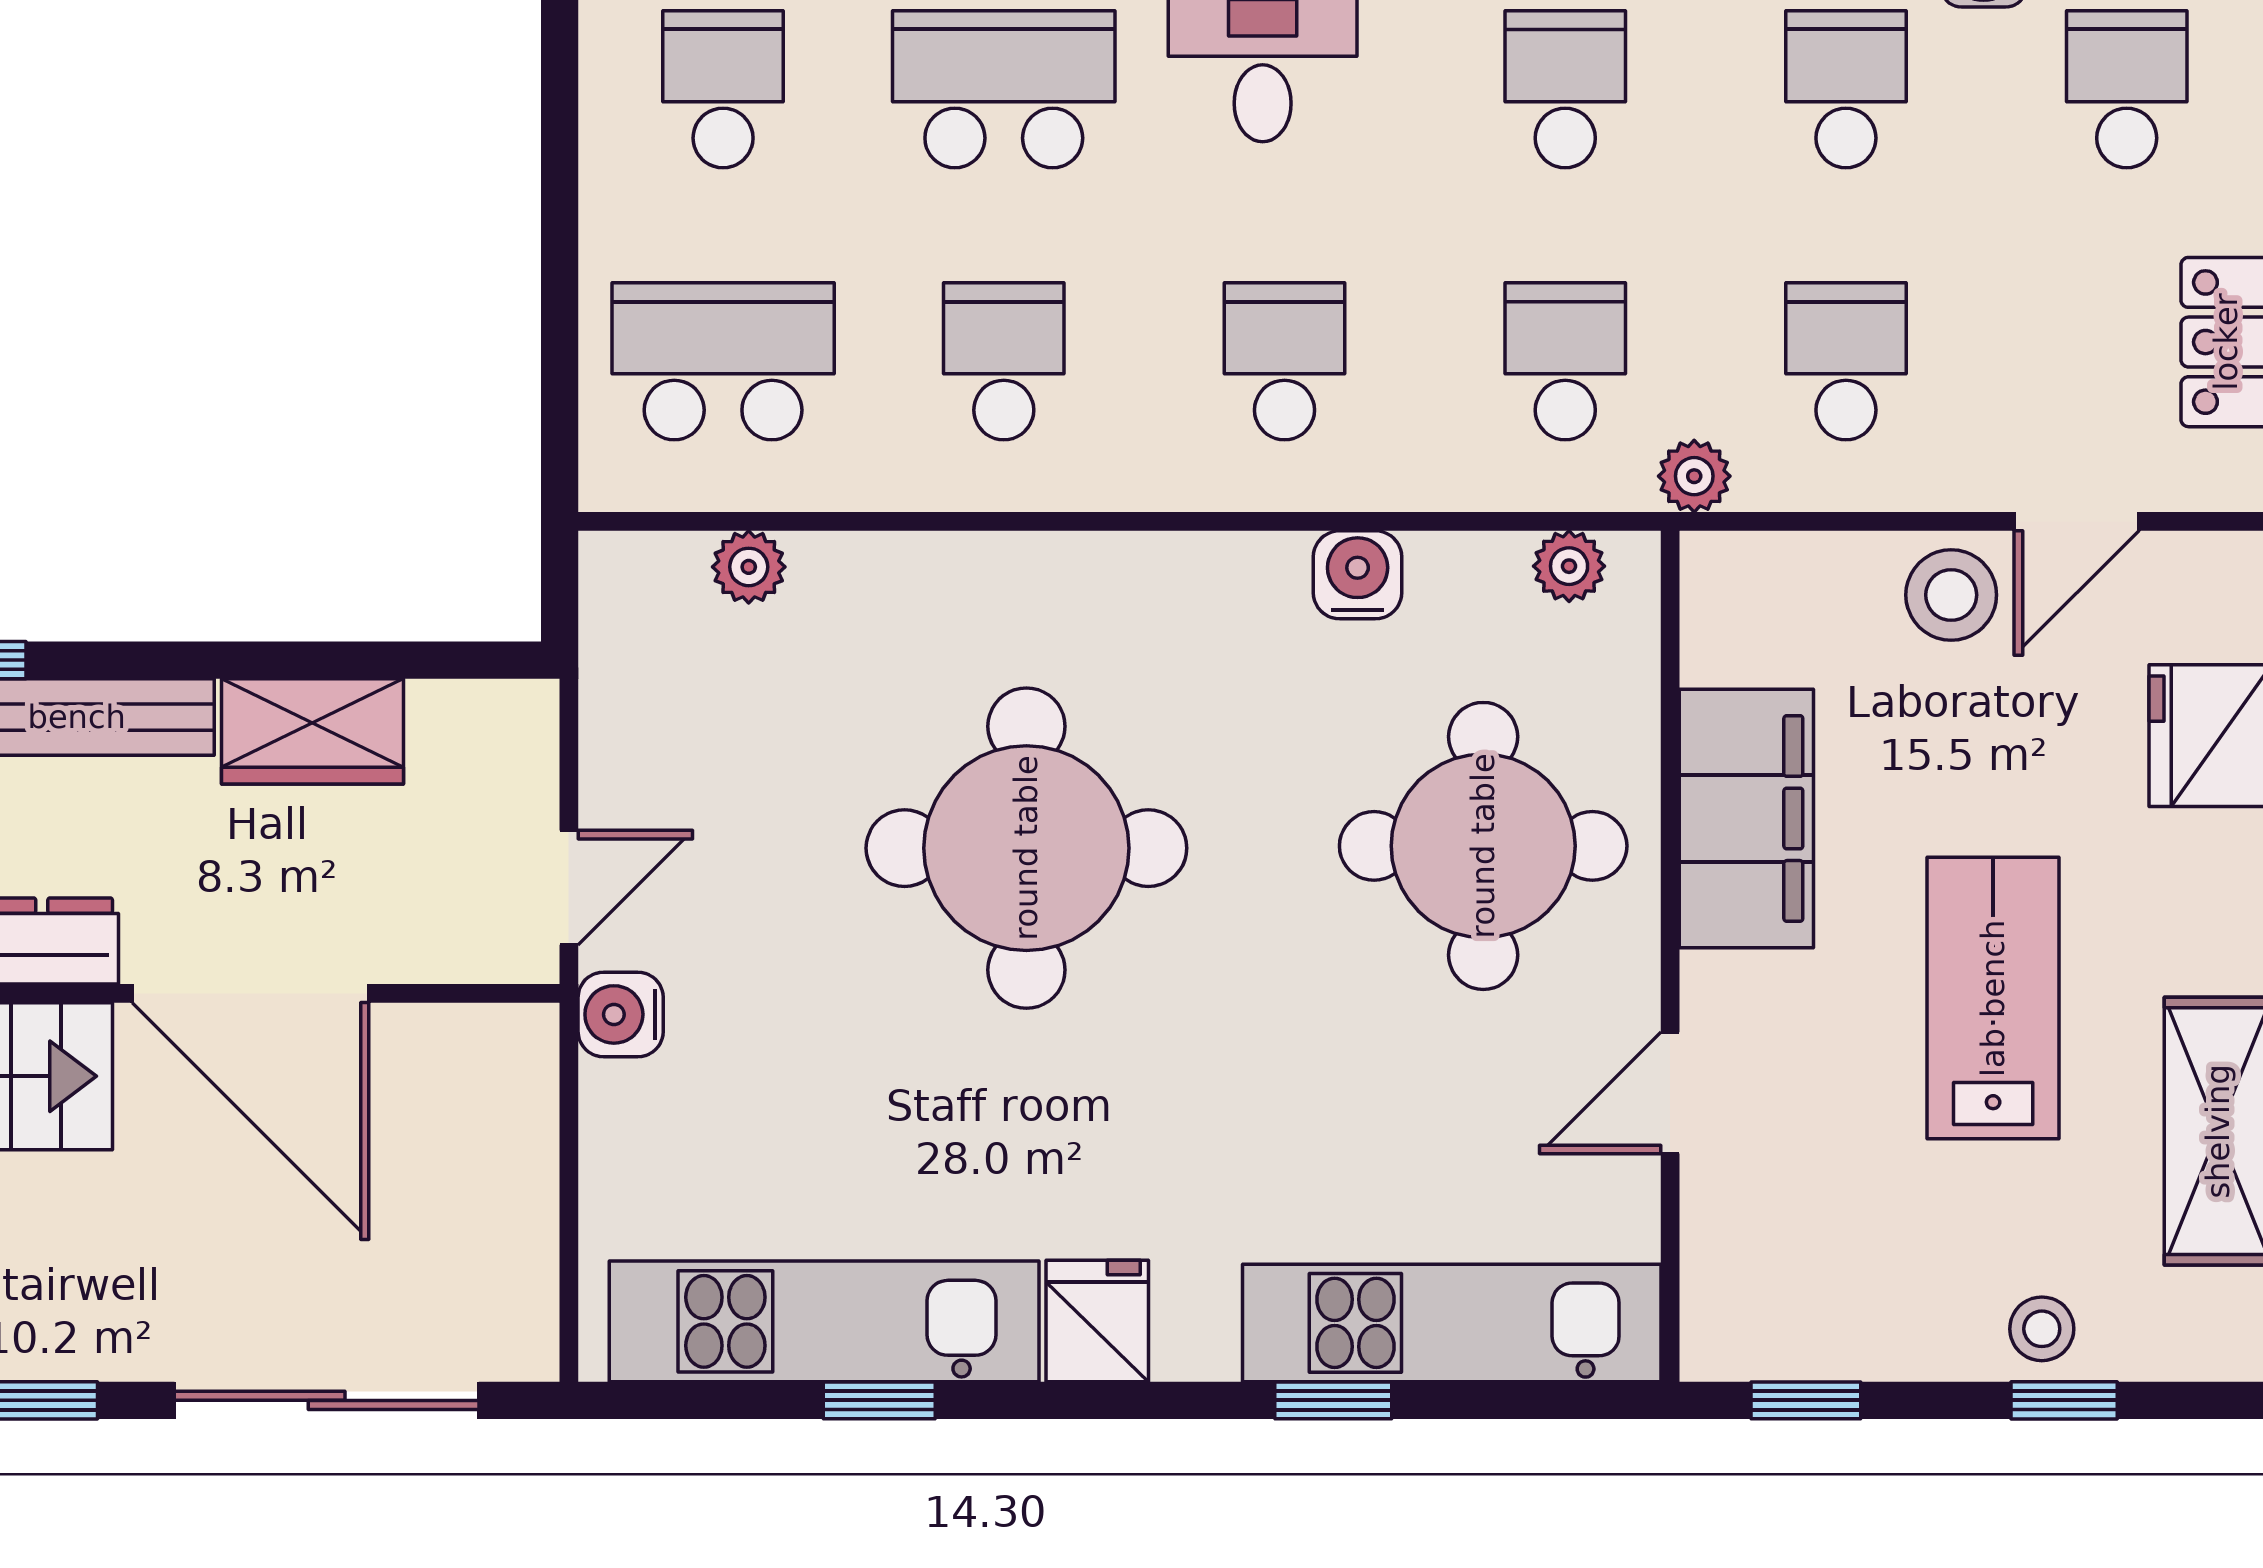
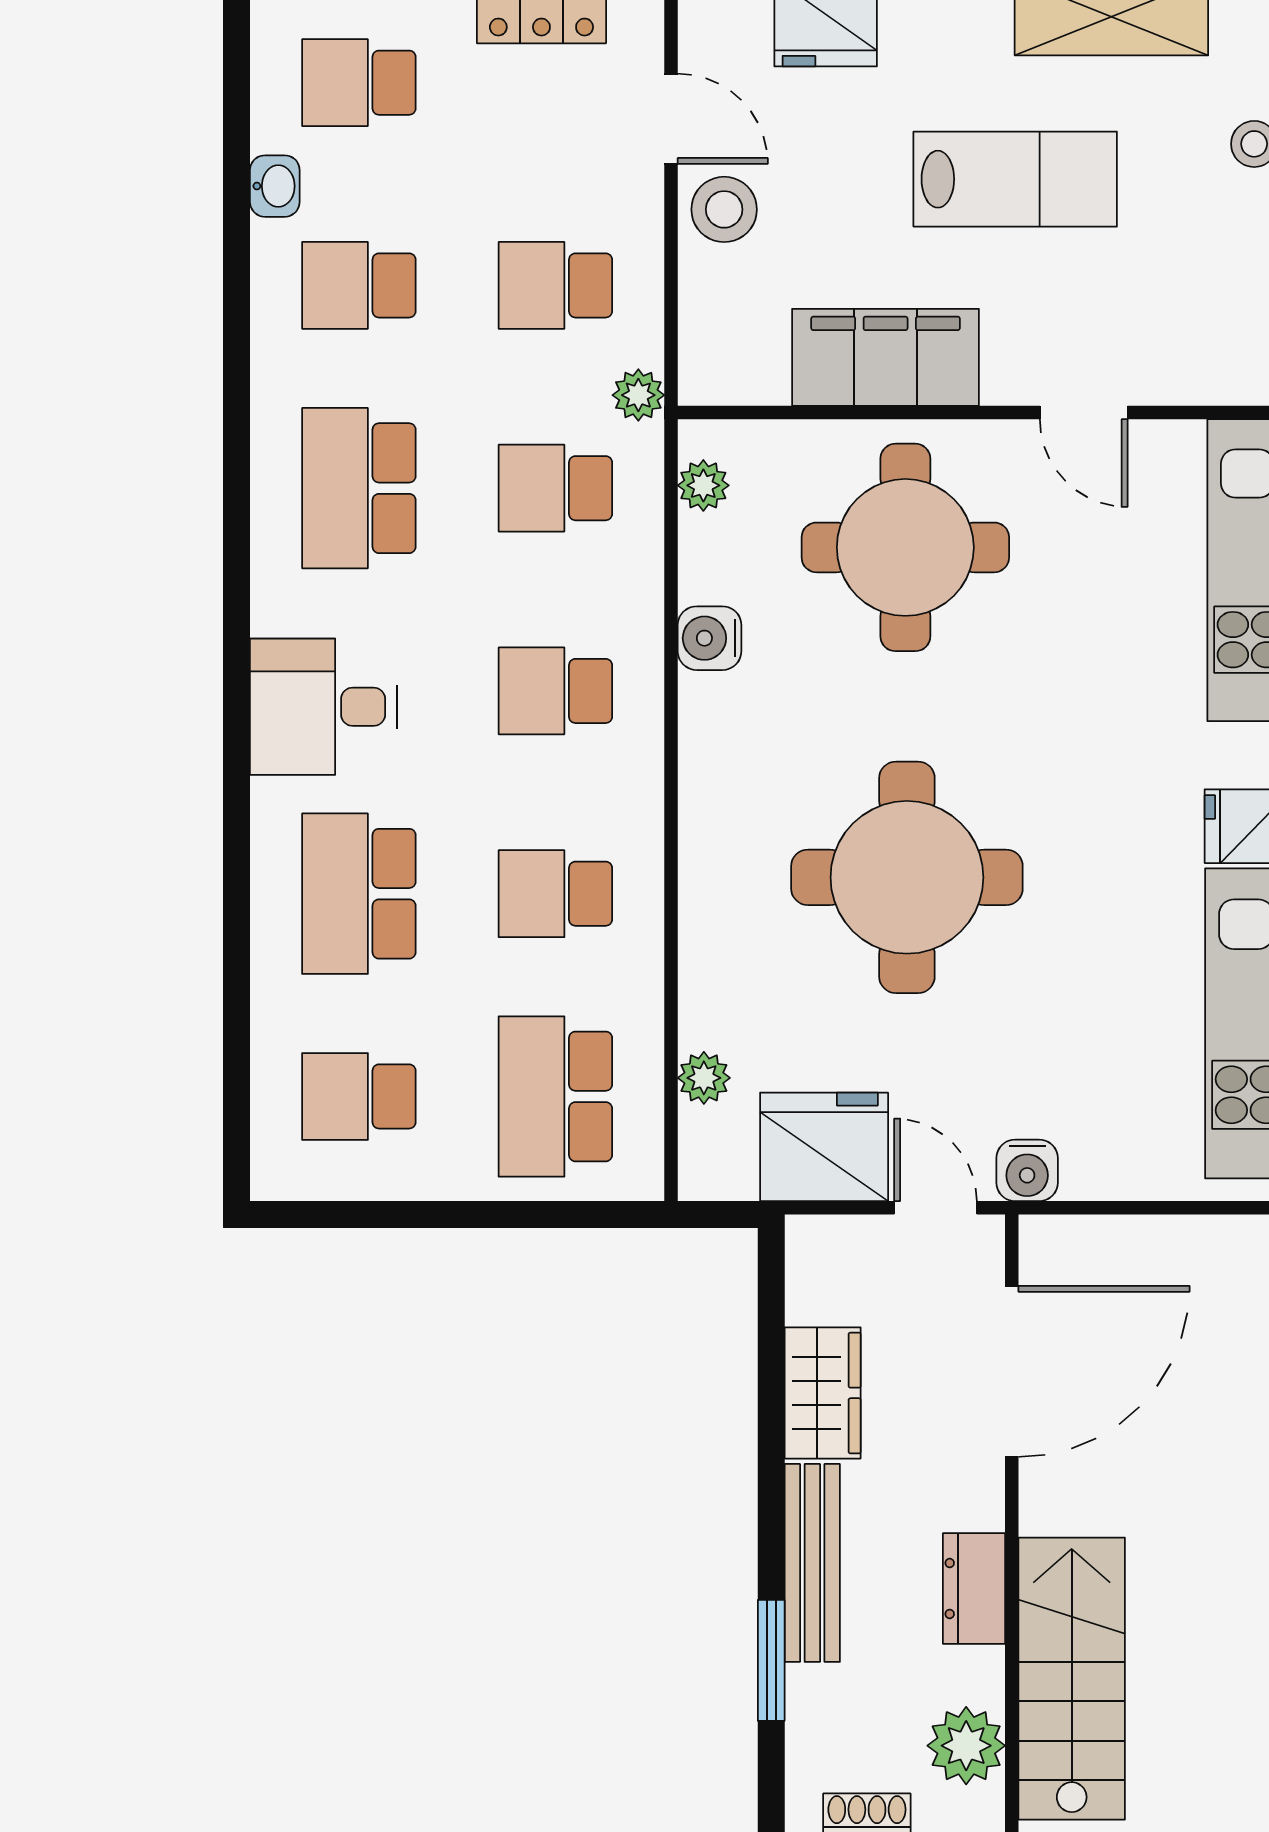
school desk: (1565, 89) -> (359, 488), width x1.85
fridge: (653, 733) -> (824, 1147), added
door: (250, 993) -> (1012, 1371), moved
lab bench: (1993, 998) -> (1015, 179), turned 180

